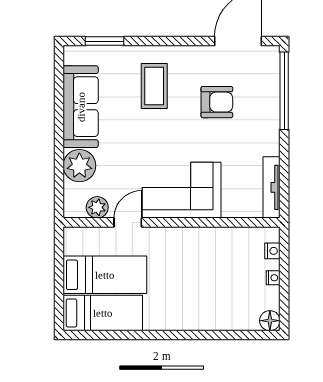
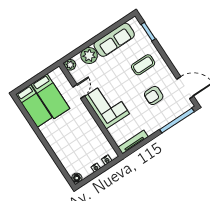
armchair: (217, 102) -> (154, 95), turned 90
plant: (97, 207) -> (70, 65), moved
door: (128, 222) -> (79, 91), hinge flipped

